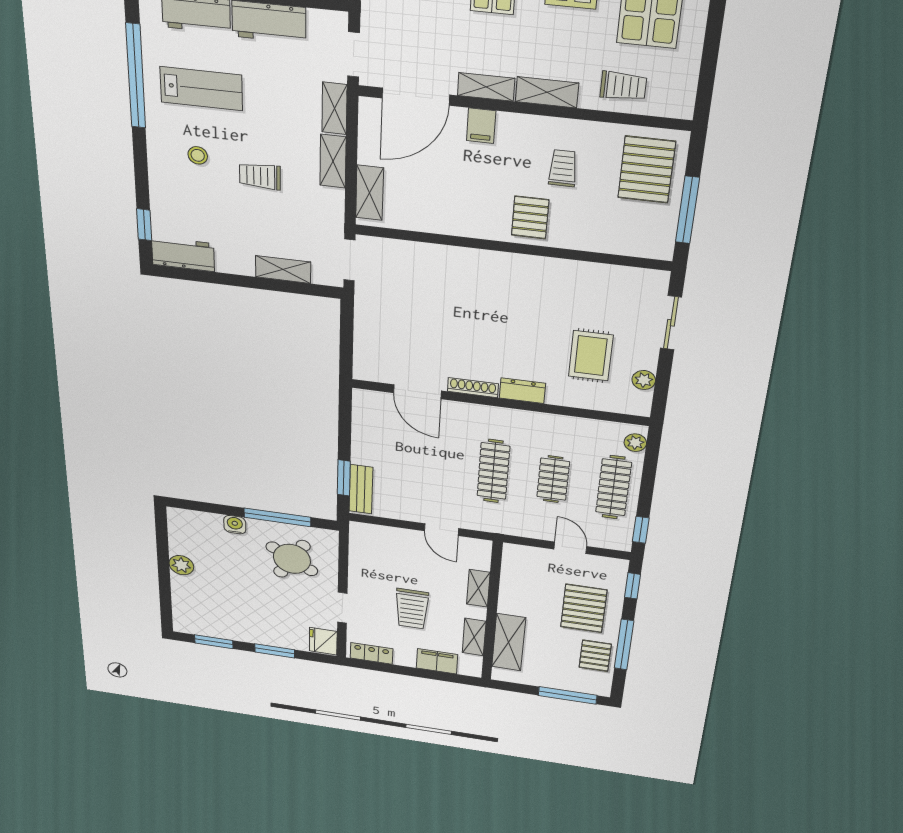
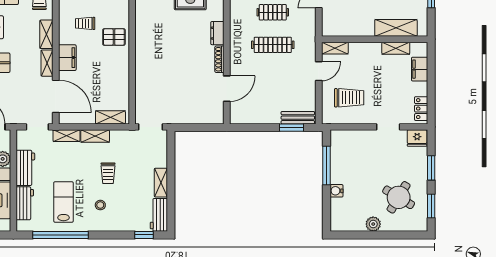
filing cabinet: (481, 126) -> (67, 58), width x2.00
shelving: (283, 270) -> (161, 183), moved
round table: (292, 559) -> (399, 197), moved
shelving: (478, 588) -> (335, 48), moved
trolley: (412, 609) -> (349, 98), moved

